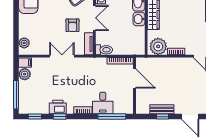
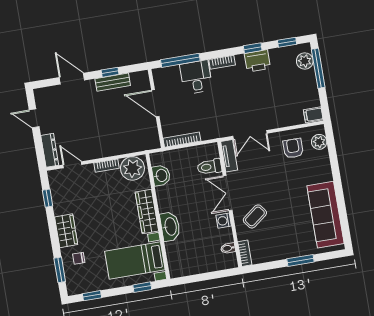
washbasin: (139, 19) -> (161, 175), moved
armchair: (72, 25) -> (293, 148), moved
toilet: (104, 50) -> (209, 167), moved
double door: (62, 56) -> (250, 135), moved
plant: (25, 74) -> (305, 61), moved
door: (135, 78) -> (155, 103), moved

